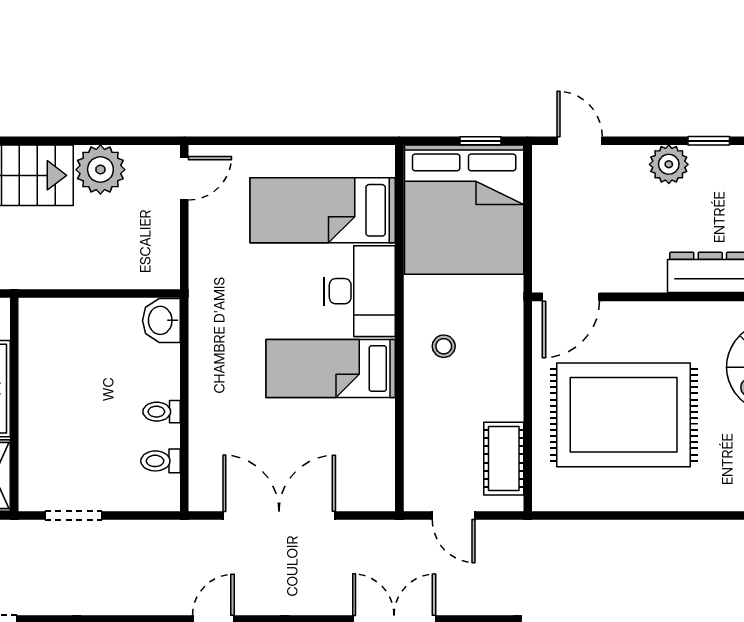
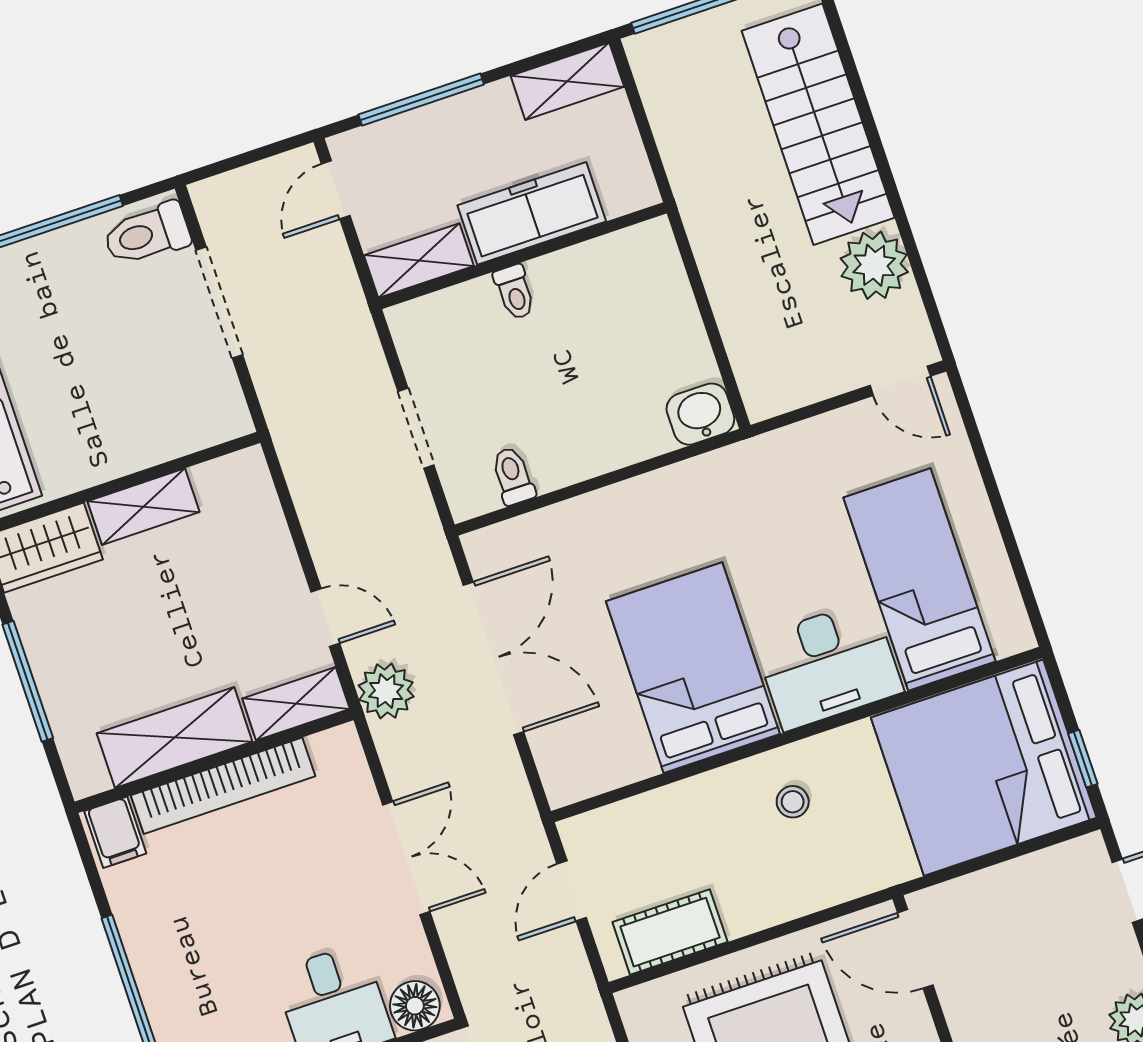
bed: (331, 369) -> (693, 668), width x1.50
toilet: (162, 412) -> (515, 292), moved, turned 180
doorway: (74, 516) -> (416, 428), moved
plant: (277, 595) -> (386, 691), added

